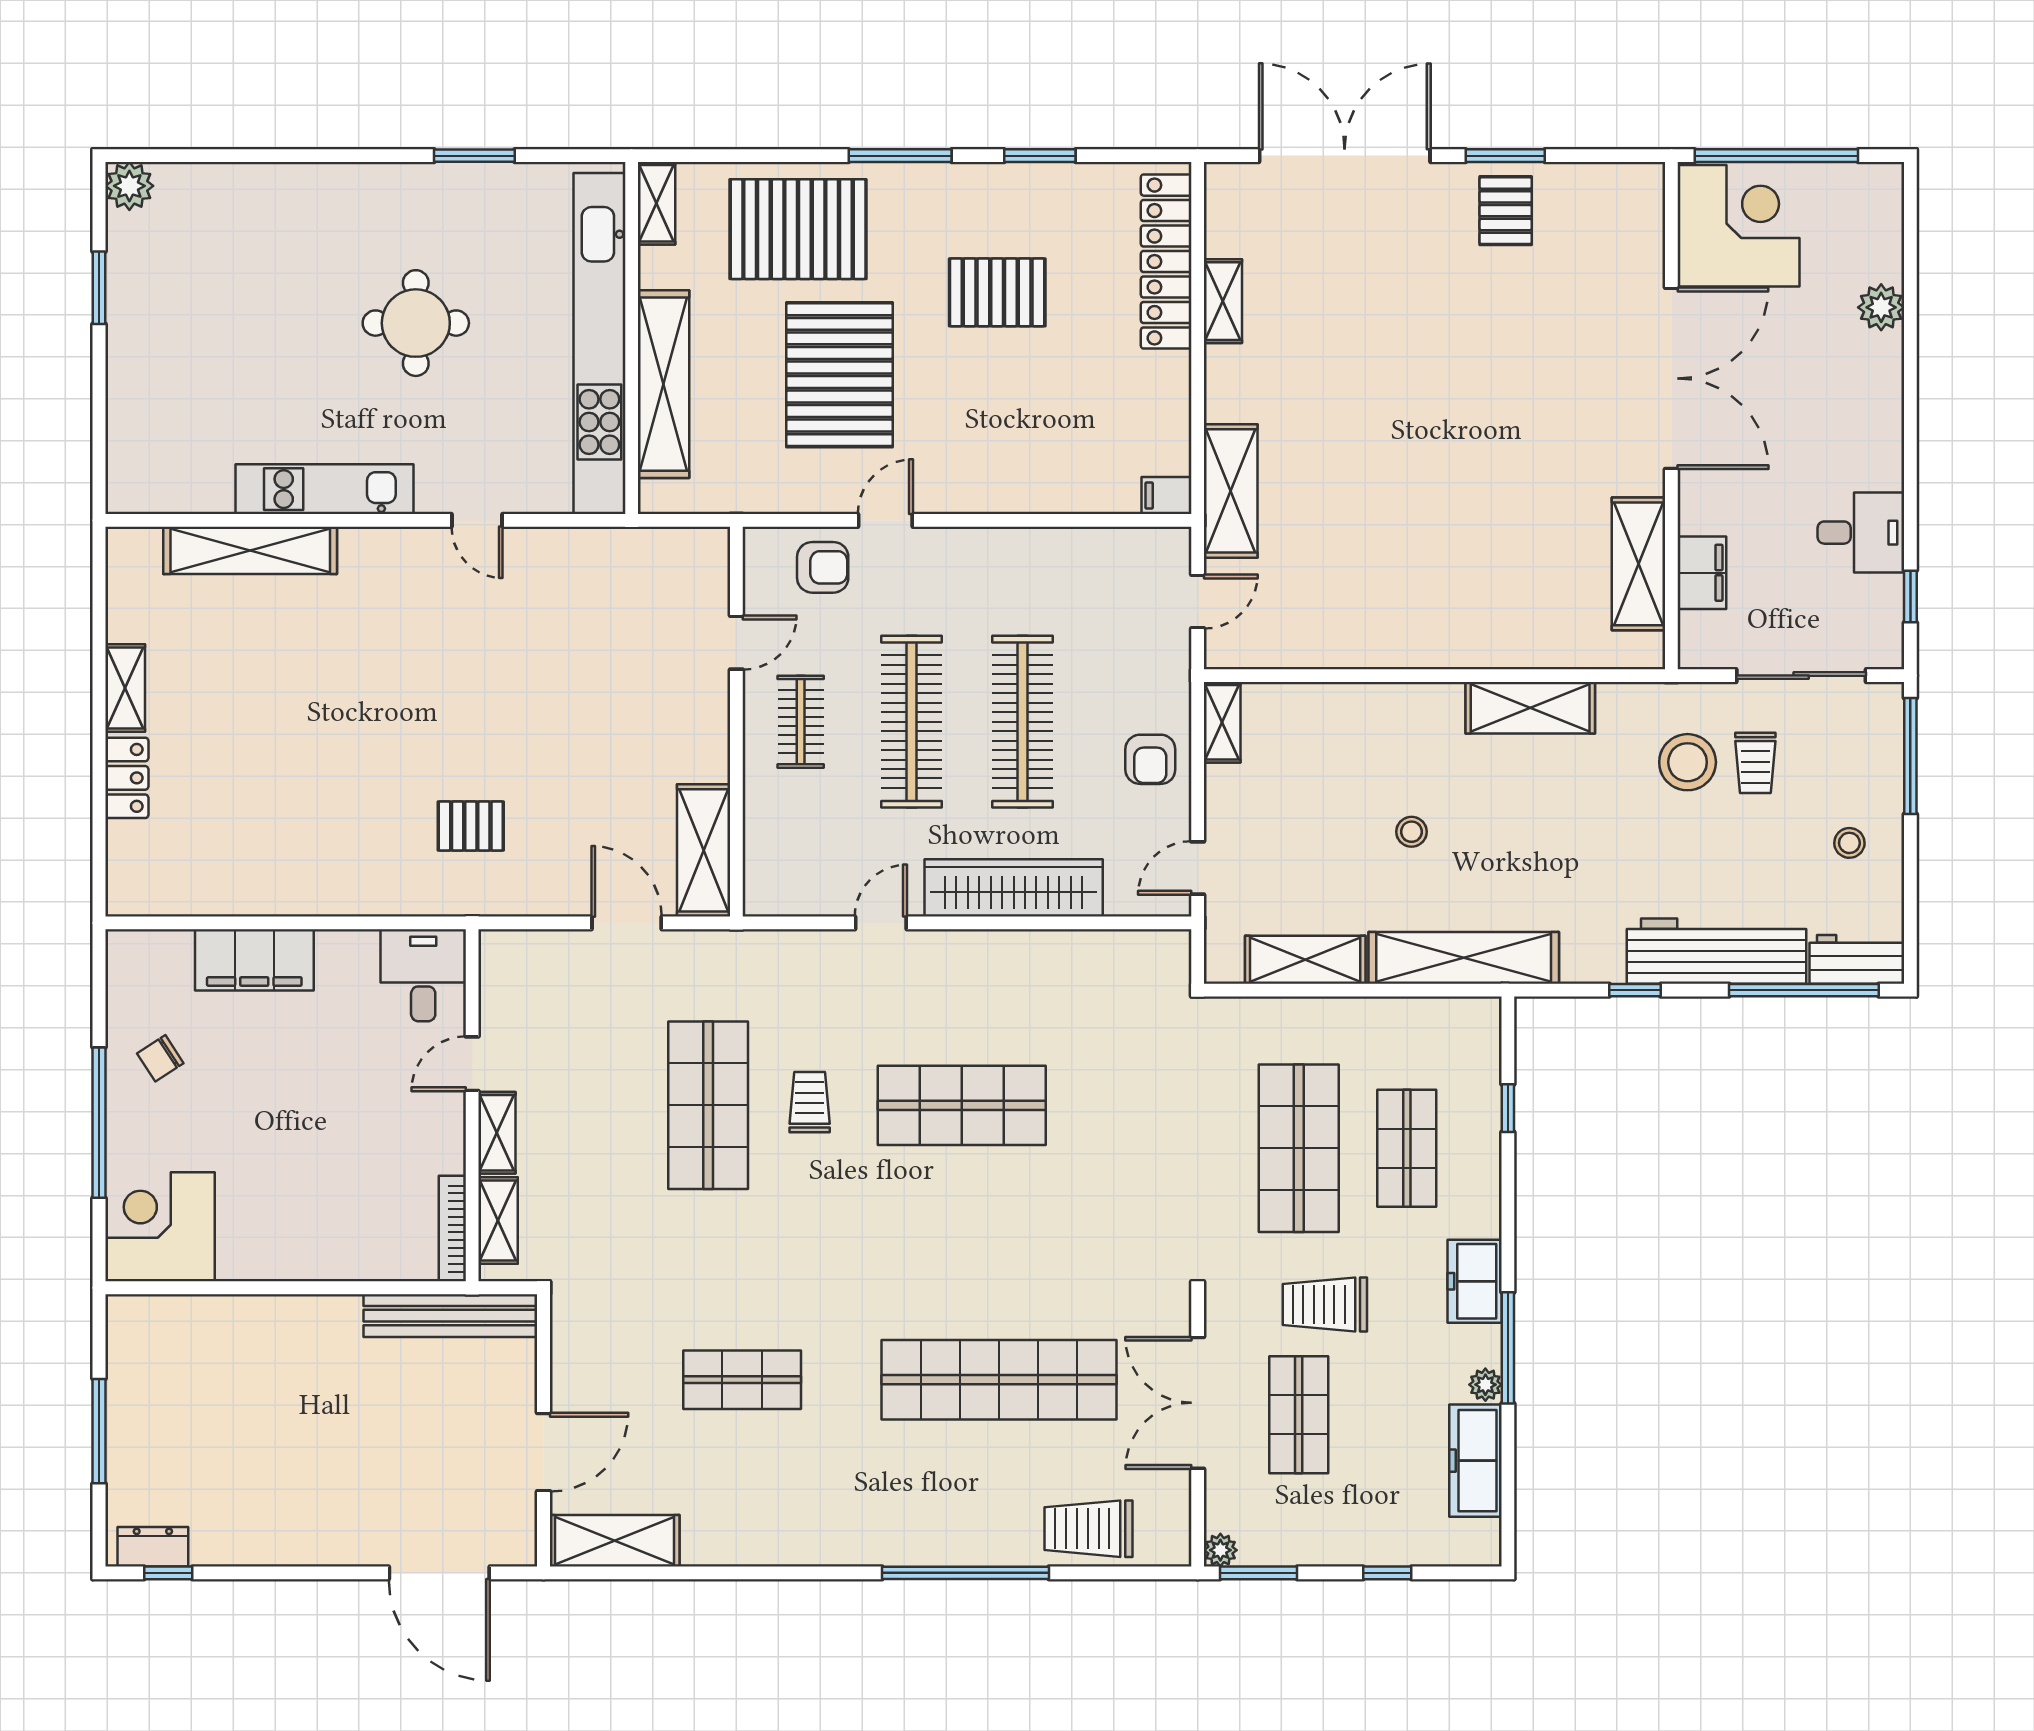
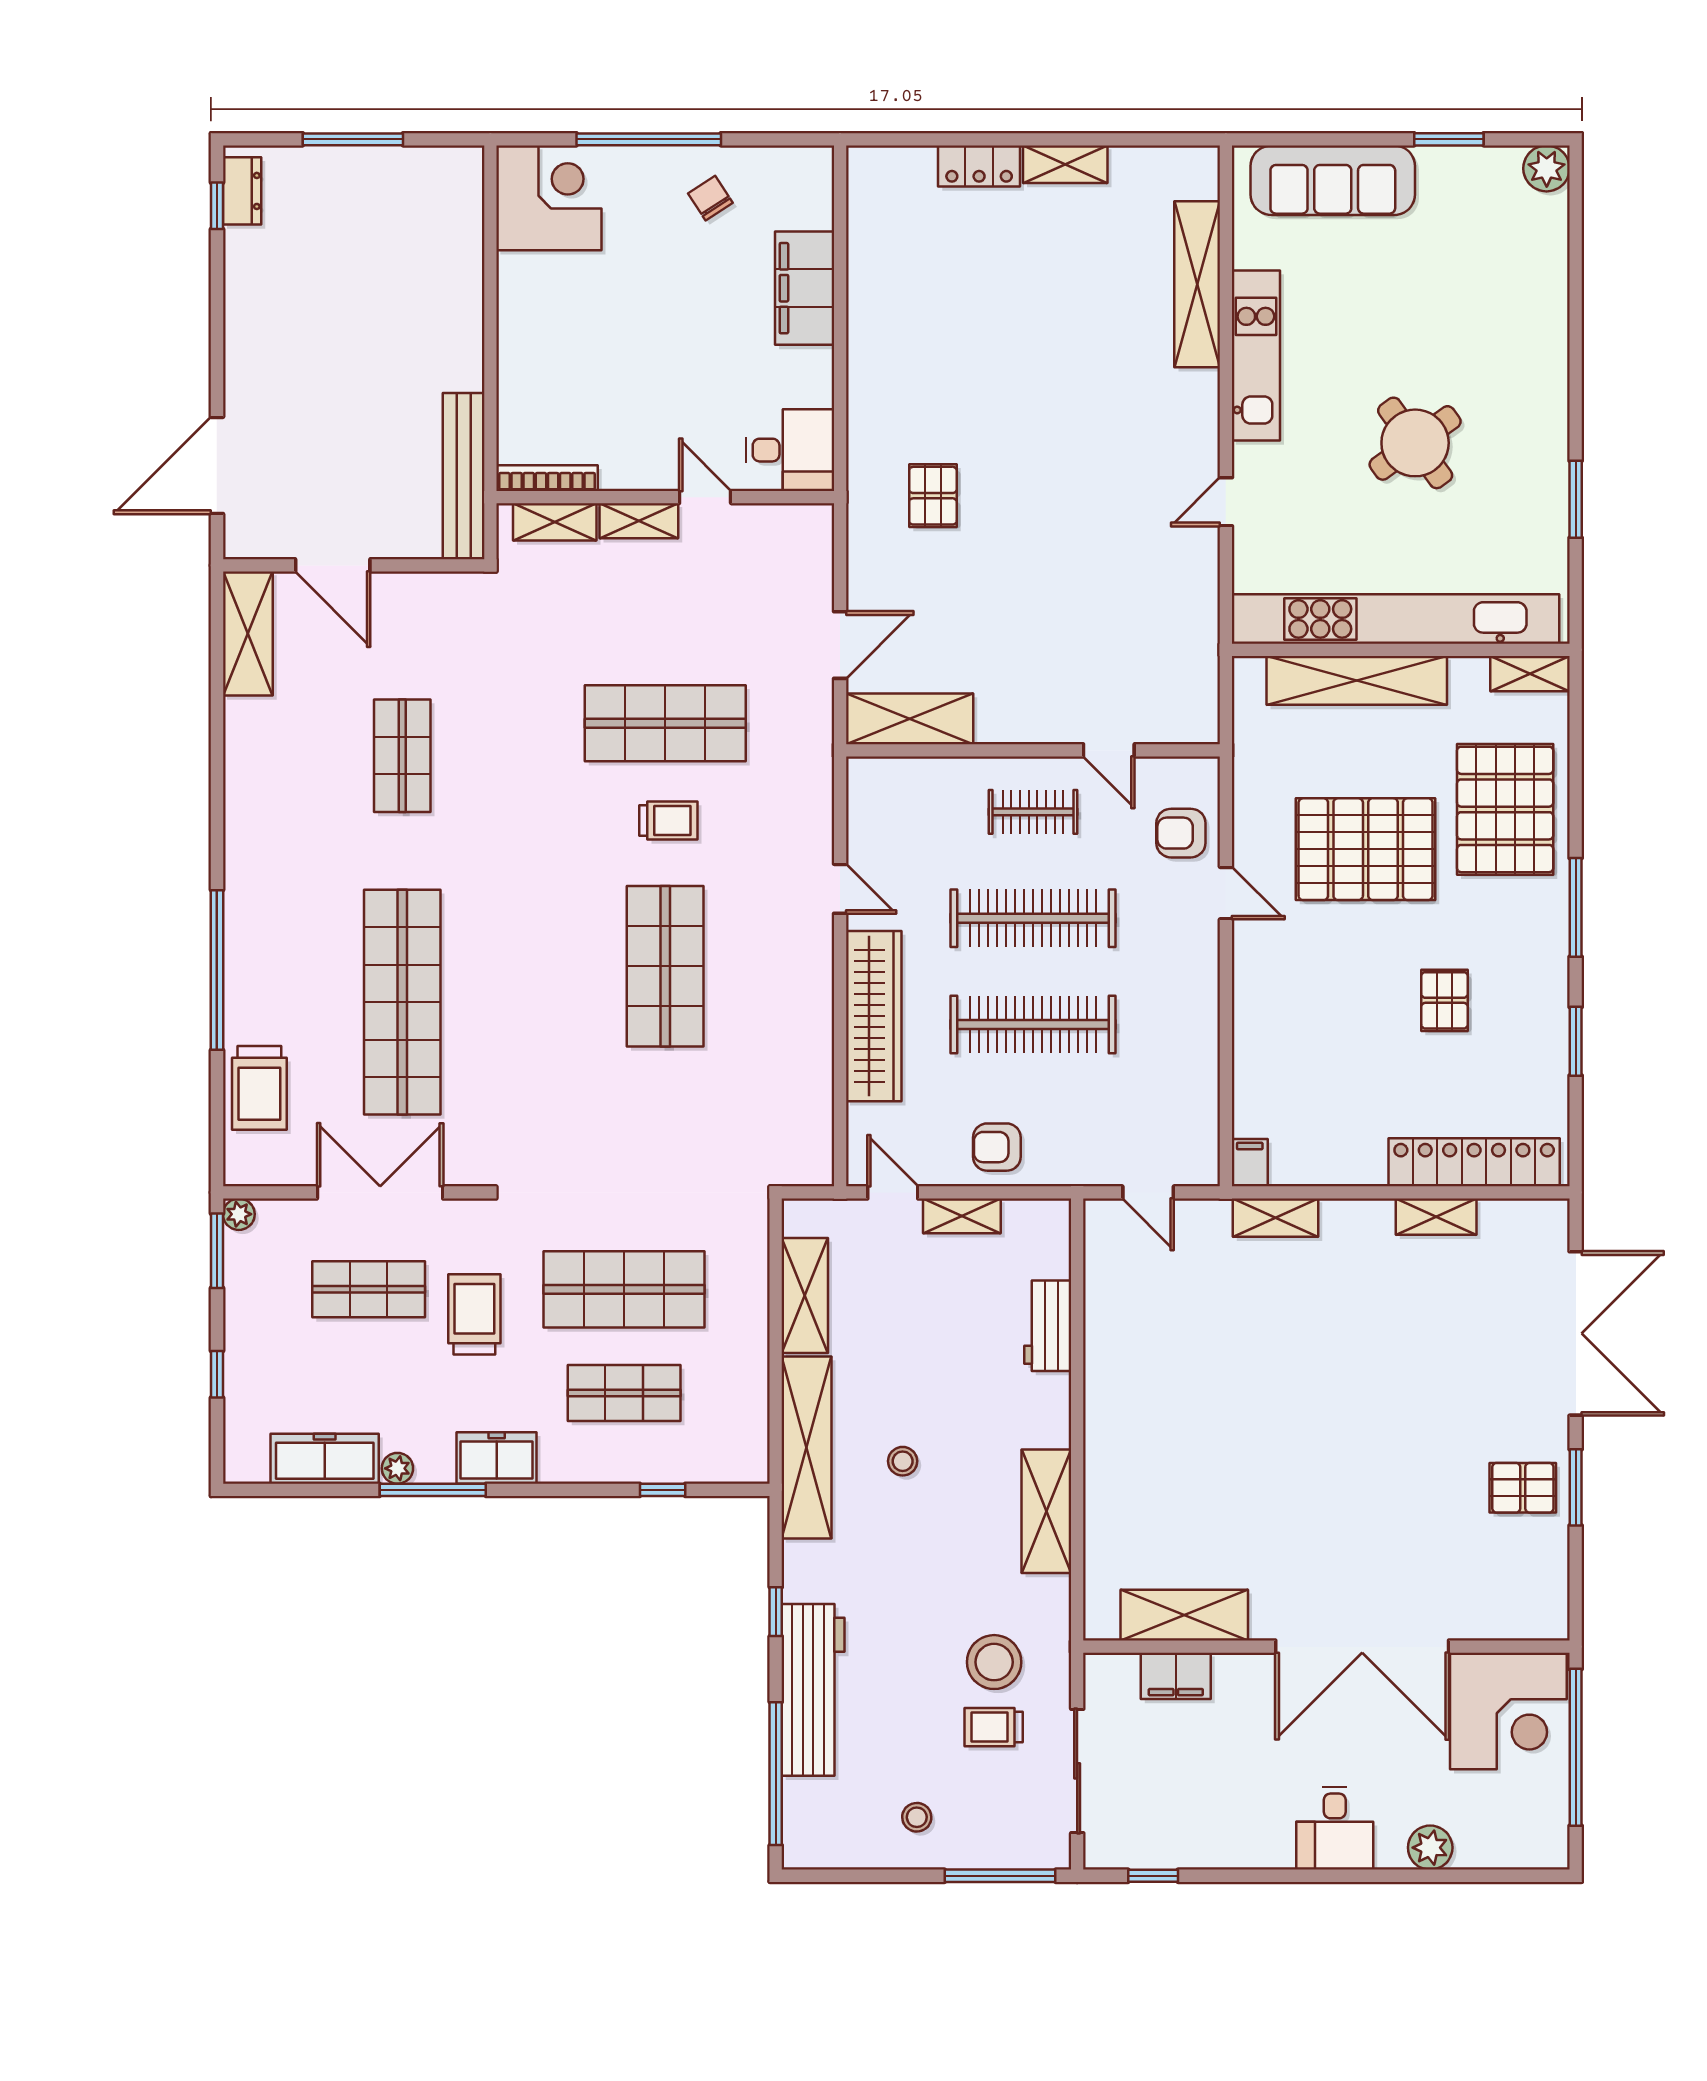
pallet: (997, 292) -> (1445, 1000), width x0.67, depth x0.71
round table: (416, 323) -> (1415, 443), turned -36
sofa: (142, 409) -> (1333, 180), added
shelving: (1231, 491) -> (1275, 1218), width x0.67, depth x0.75
desk: (1861, 533) -> (1335, 1828), moved
armchair: (823, 567) -> (1181, 833), turned 90
shelving: (1222, 722) -> (962, 1216), moved
stool: (1411, 832) -> (903, 1461), moved
workbench: (1857, 959) -> (1048, 1326), moved, turned 180
trolley: (1089, 1529) -> (259, 1088), turned 180

